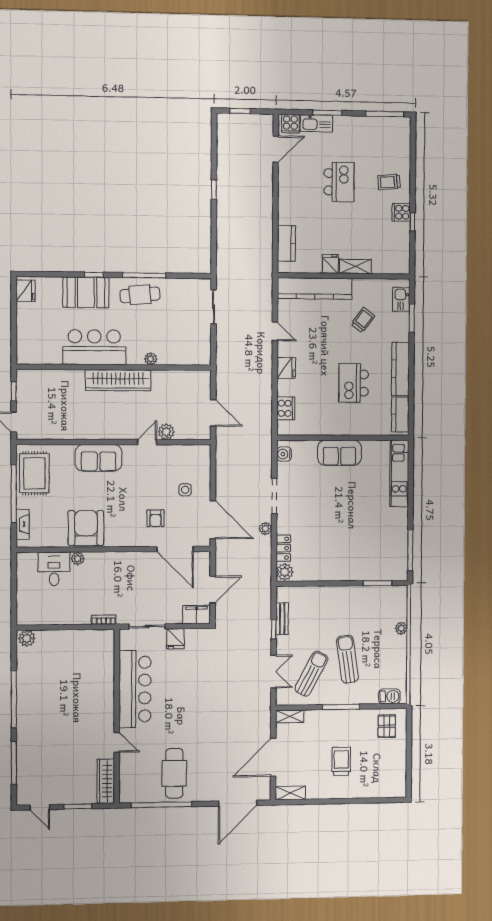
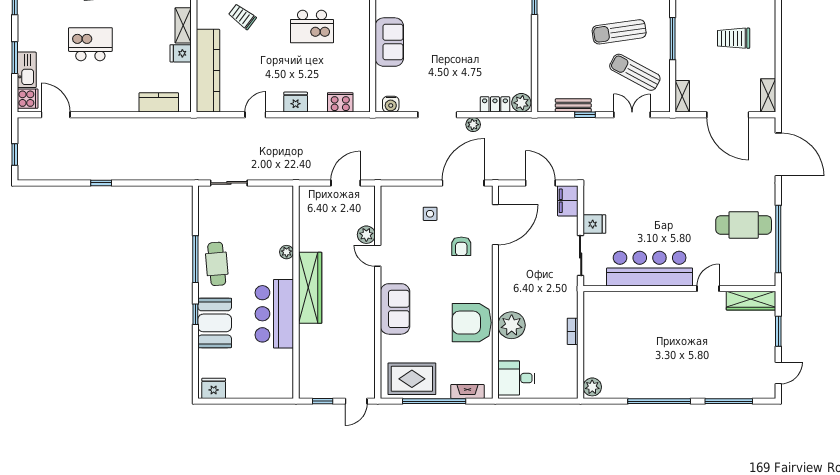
armchair: (156, 518) -> (461, 246), turned 90
plant: (78, 559) -> (512, 325), width x1.87, depth x1.87
desk: (54, 569) -> (516, 378), moved
bookcase: (104, 620) -> (573, 331), moved

